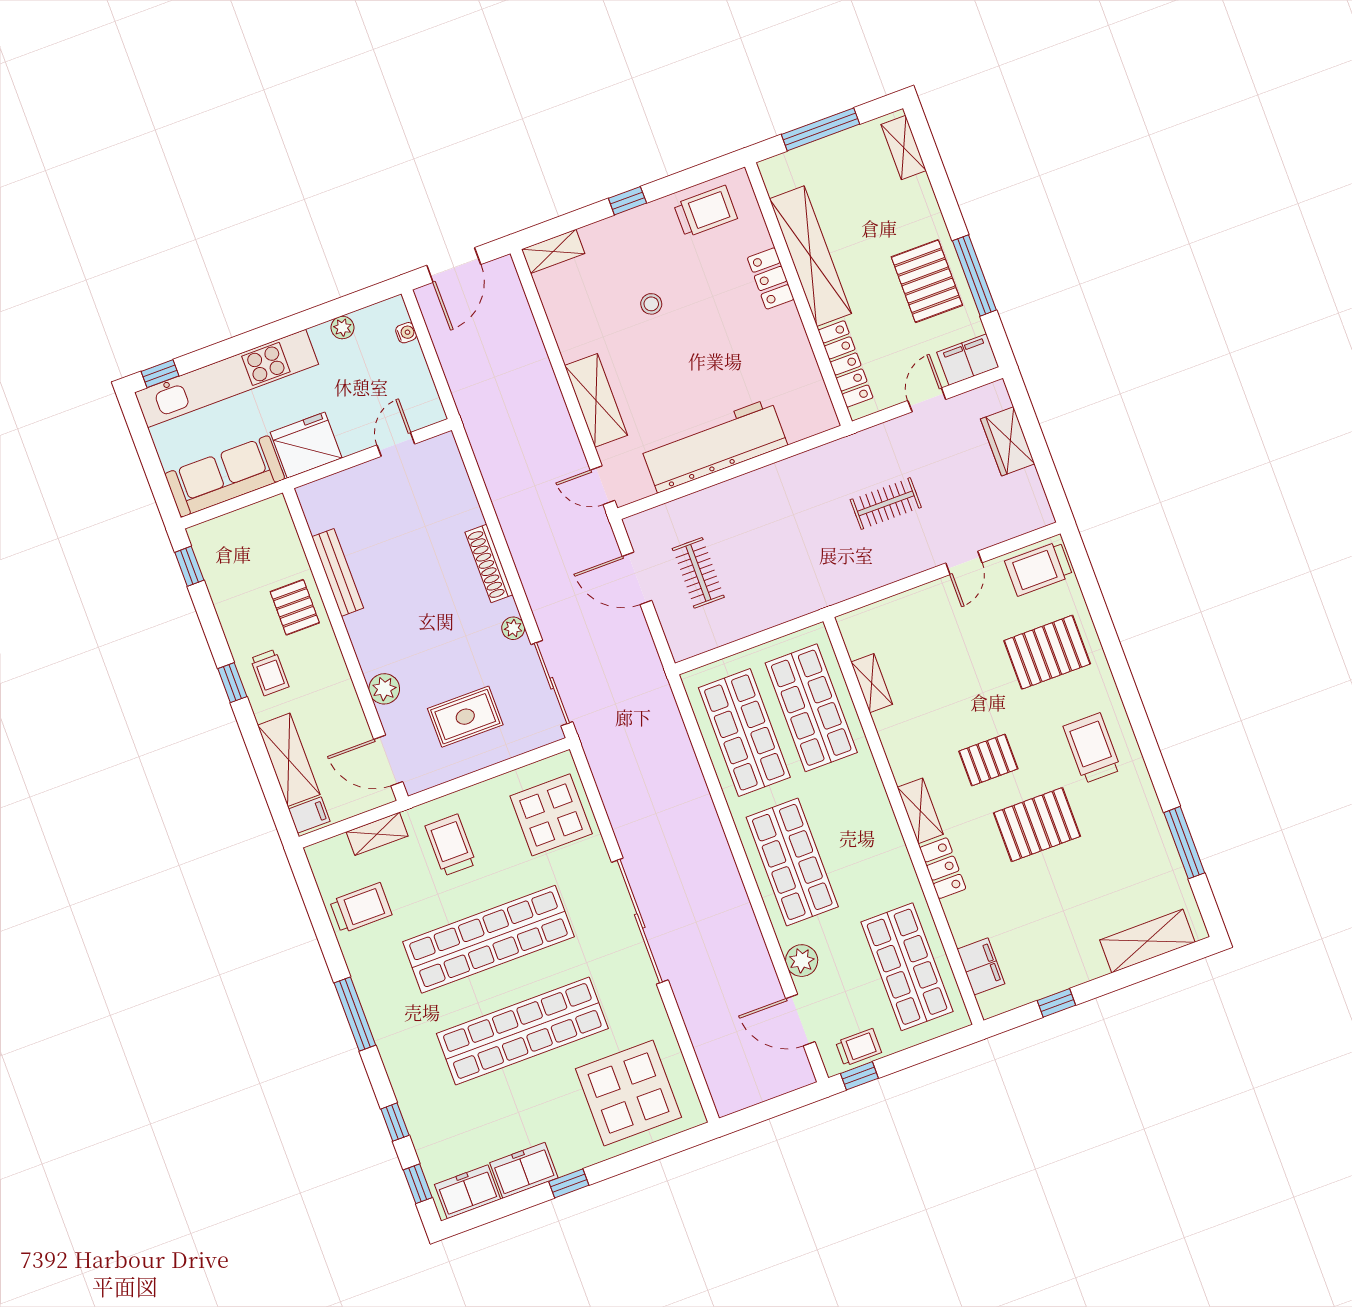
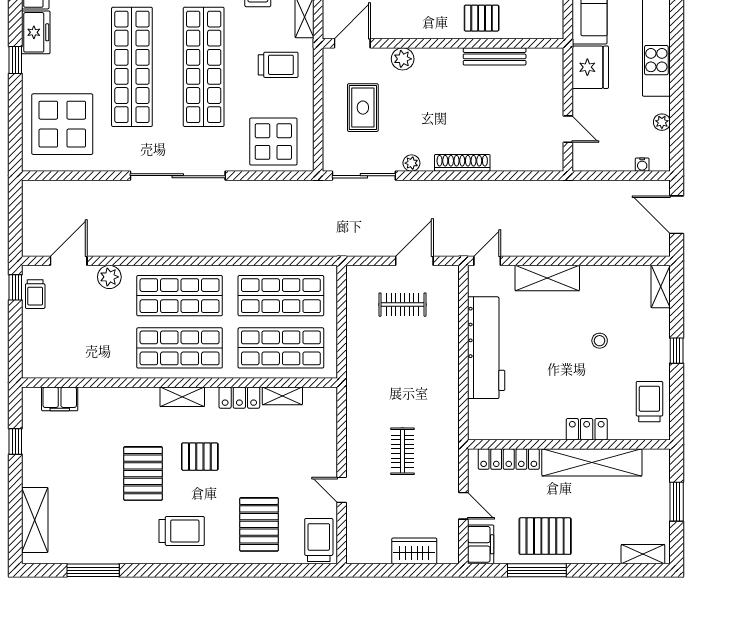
window: (820, 129) -> (677, 502), width x0.69
trolley: (706, 211) -> (649, 402), turned 180
pallet: (988, 760) -> (200, 457), turned 90
locker: (943, 868) -> (239, 398), moved
shop shelf: (907, 967) -> (180, 348), moved

